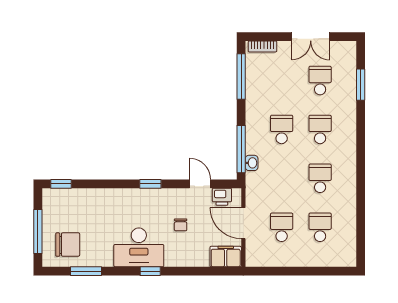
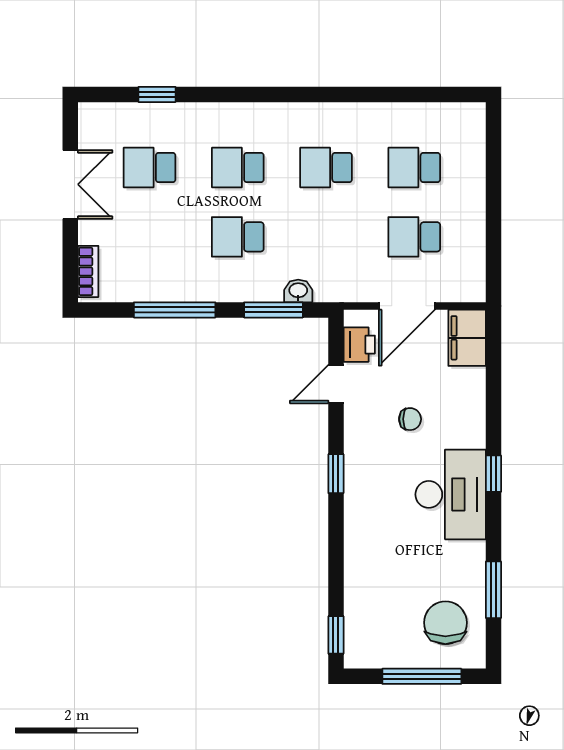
window: (241, 77) -> (175, 310), moved
window: (361, 85) -> (157, 94), width x0.67
window: (241, 149) -> (273, 310), width x0.69

